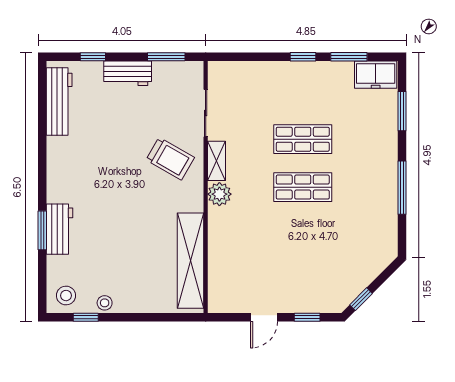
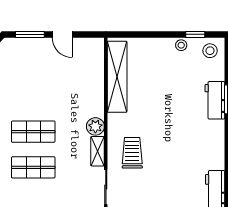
trolley: (170, 159) -> (132, 153), turned 60
door: (264, 317) -> (62, 34), swing flipped
window: (307, 317) -> (30, 34), width x1.50

